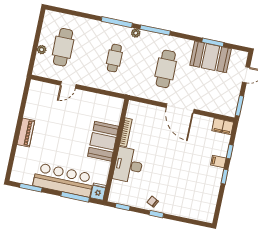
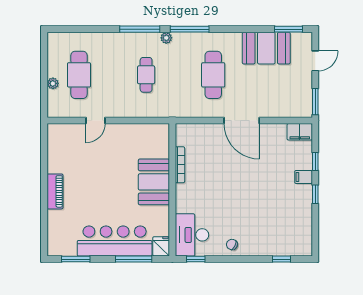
window: (213, 42) -> (288, 29), moved
desk: (128, 165) -> (192, 235), moved
window: (156, 214) -> (281, 259), moved

